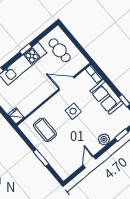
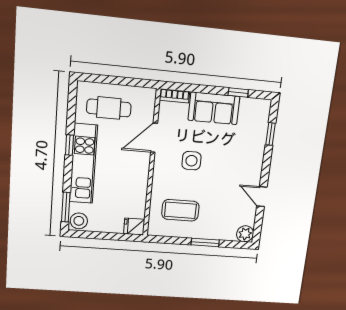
plant: (104, 139) -> (245, 234), moved

